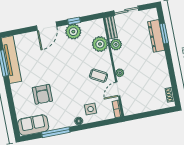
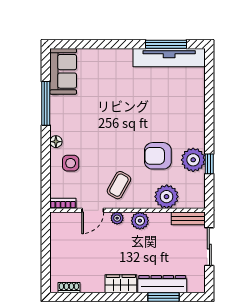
door: (47, 26) -> (209, 121), removed
plant: (116, 44) -> (140, 221), moved
wardrobe: (161, 62) -> (121, 284), added
door: (118, 89) -> (93, 210), swing flipped
armchair: (42, 94) -> (158, 156), moved

